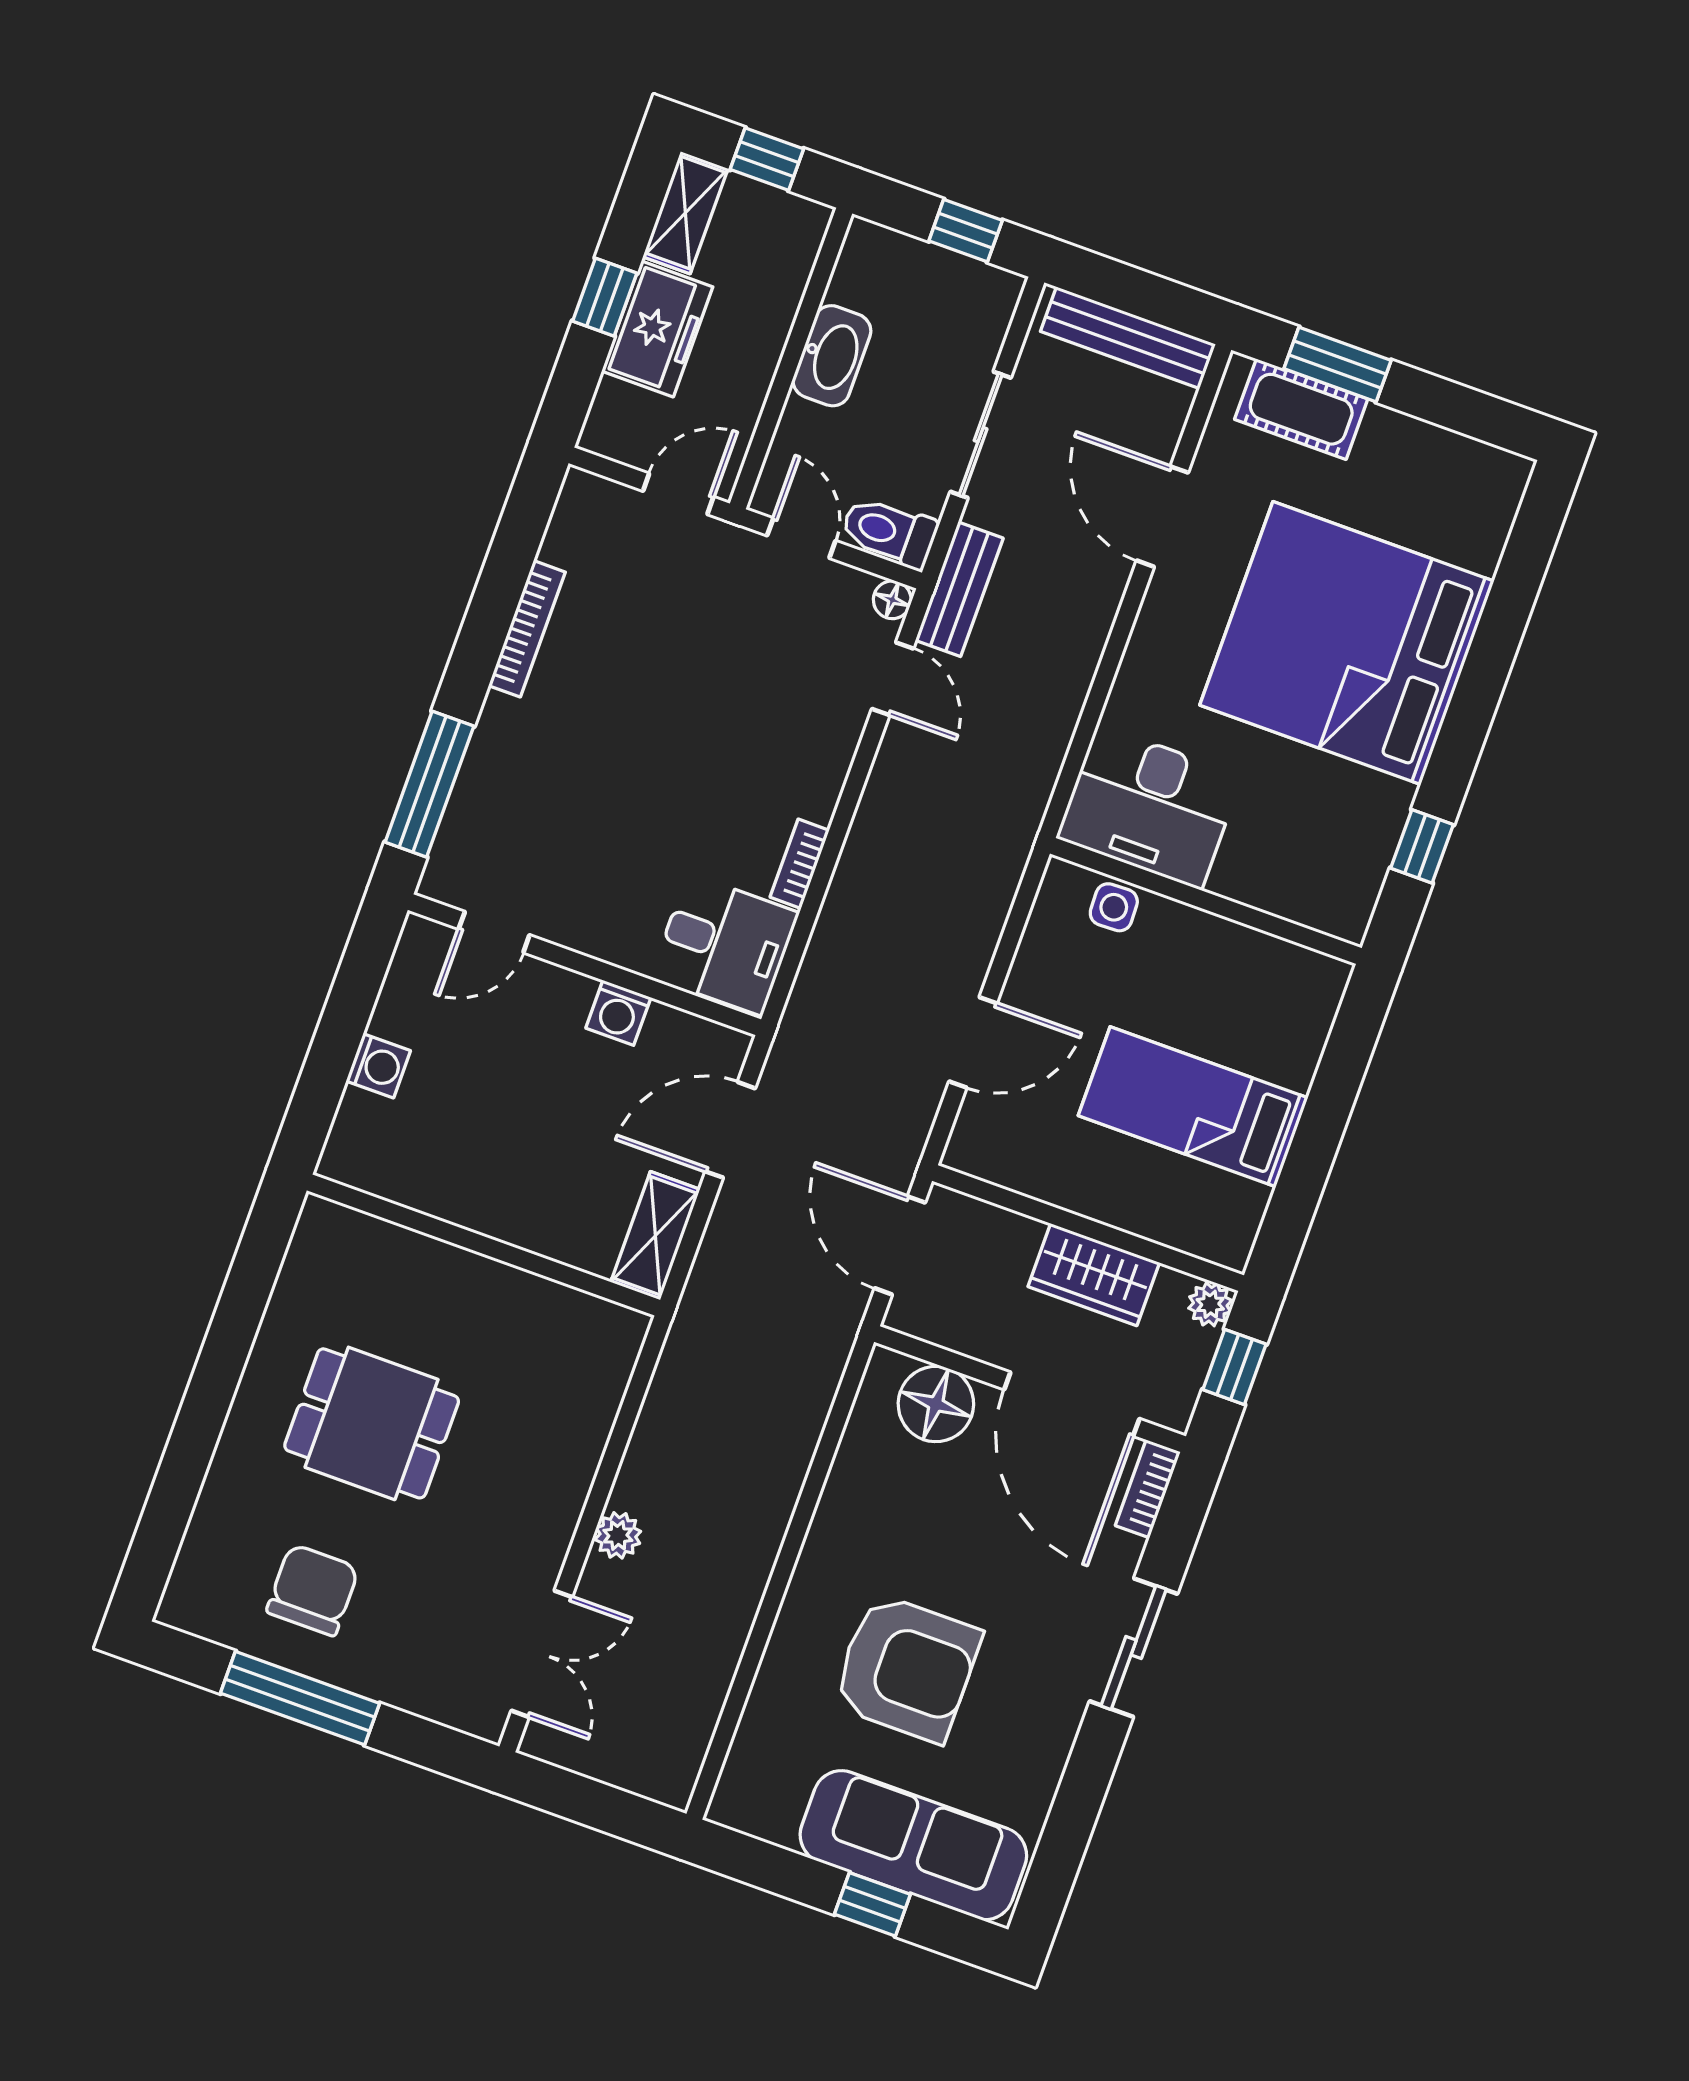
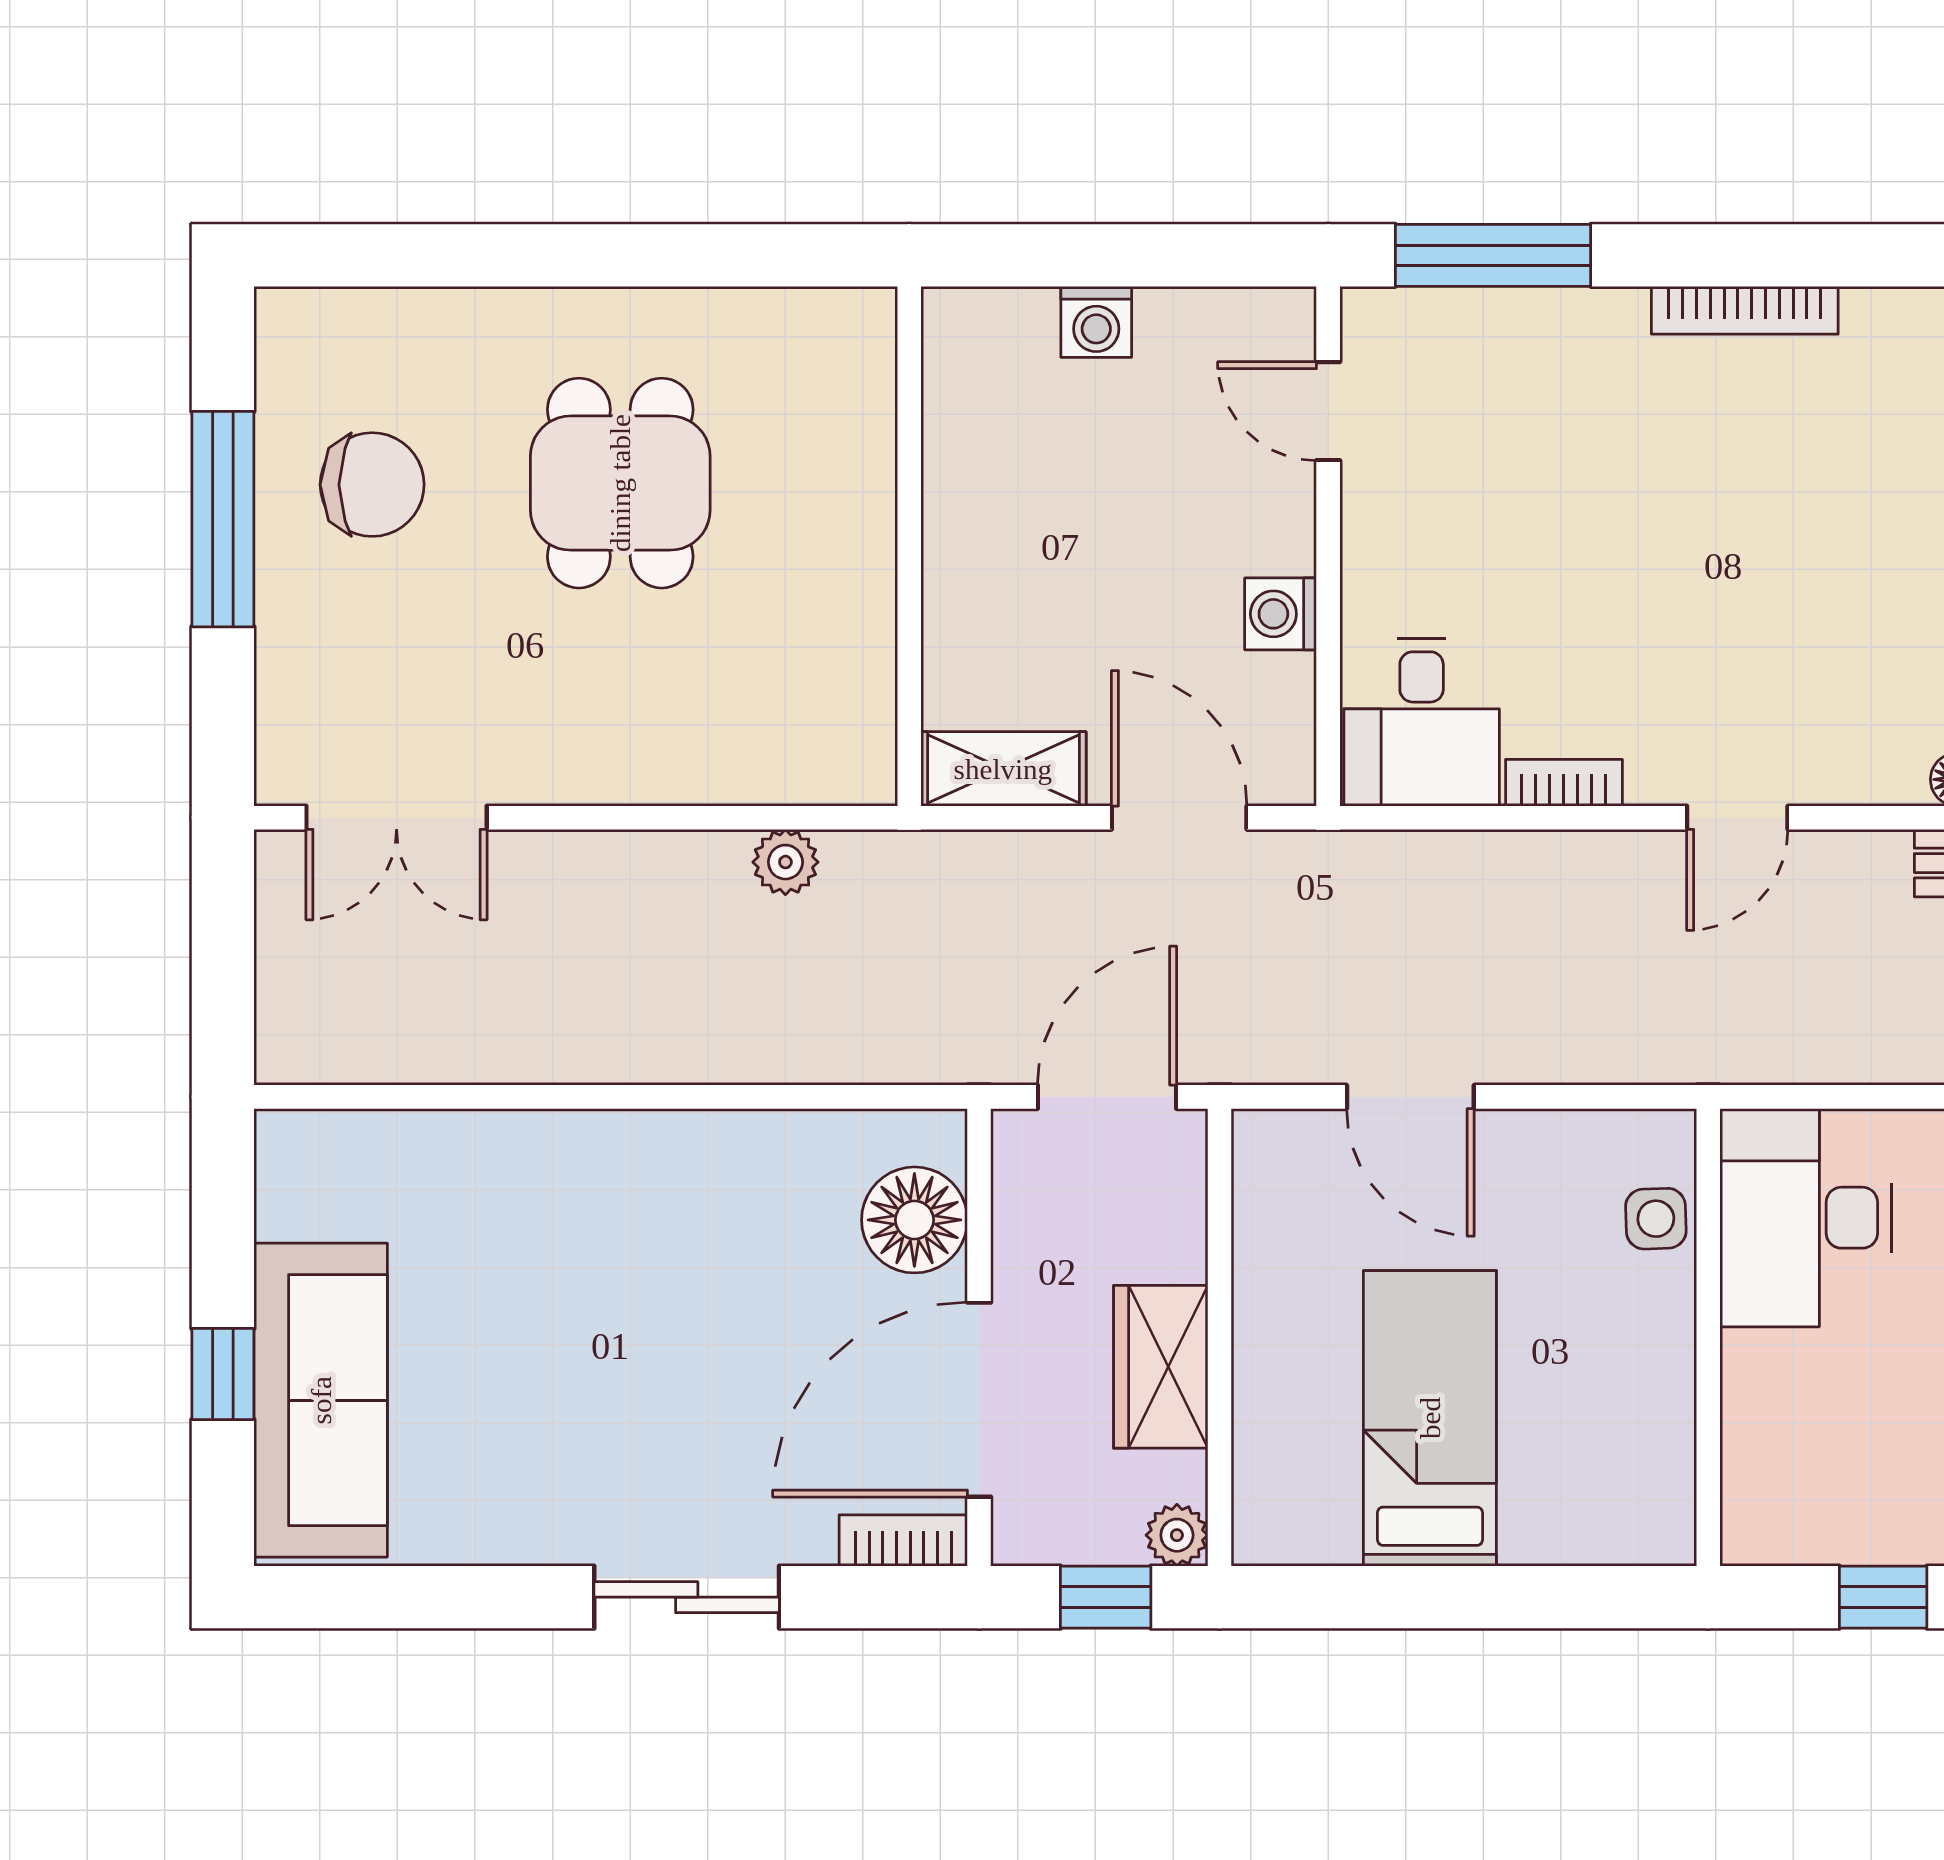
door: (893, 679) -> (1737, 818), moved
plant: (618, 1535) -> (785, 862), moved
armchair: (907, 1668) -> (552, 1307), removed

